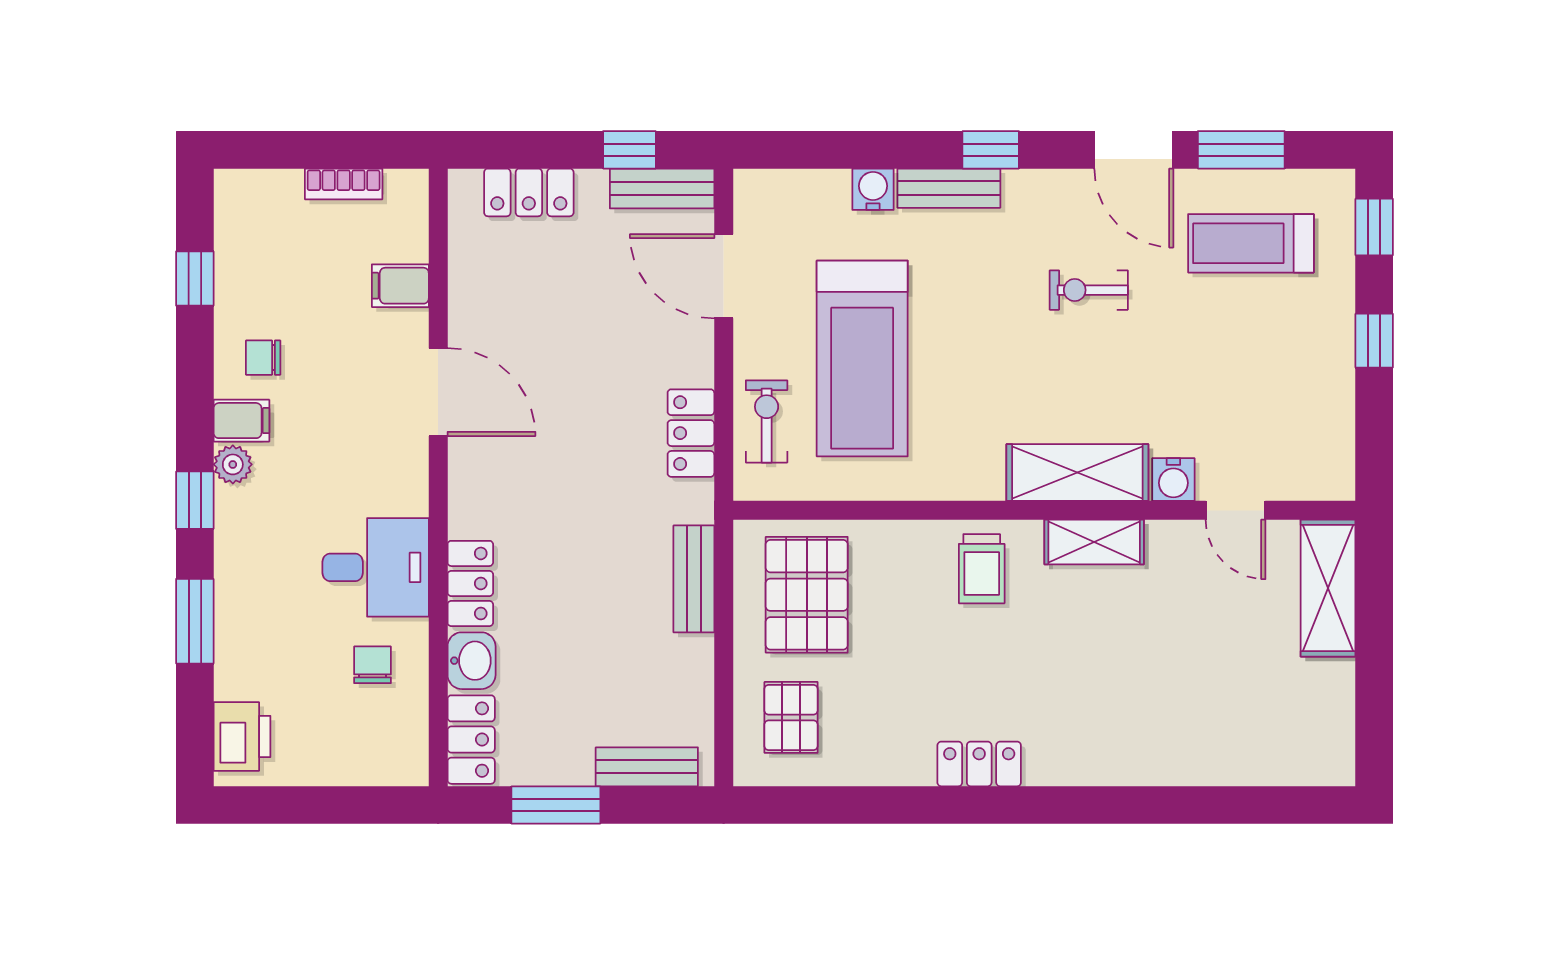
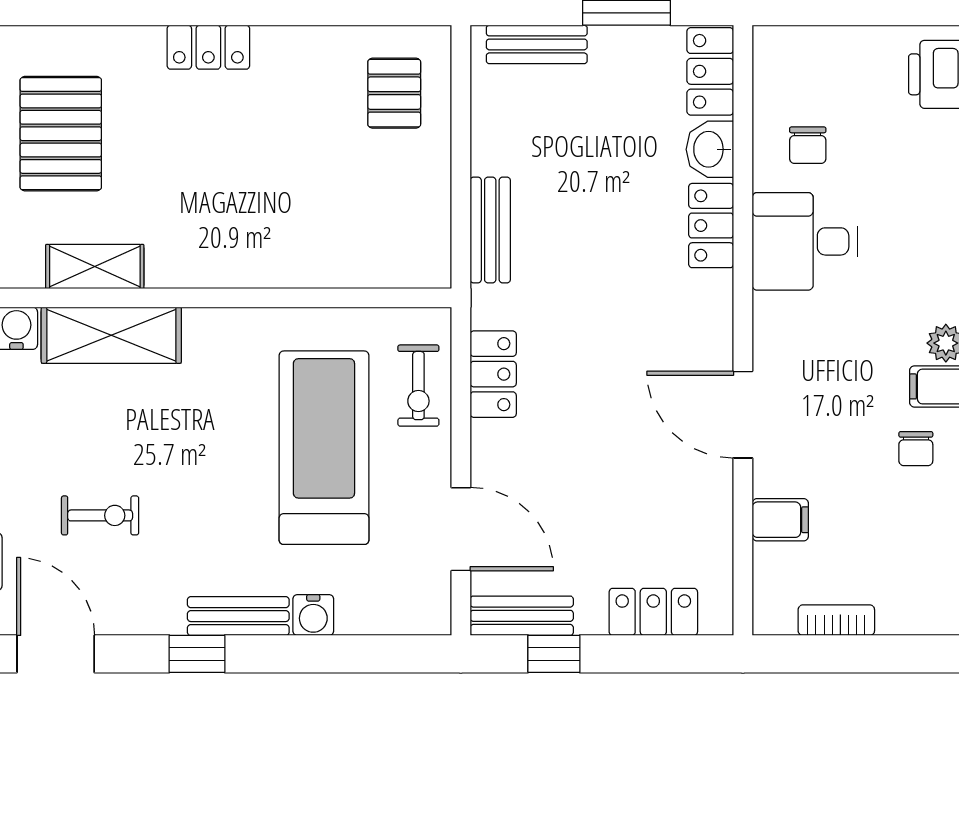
chair: (263, 358) -> (916, 449), turned 90
trolley: (982, 569) -> (206, 240), removed
pallet: (807, 595) -> (61, 134), moved

